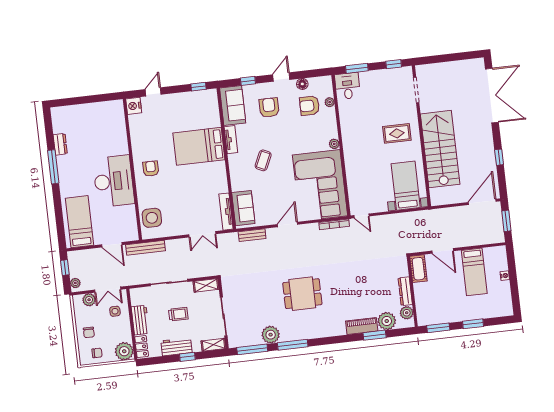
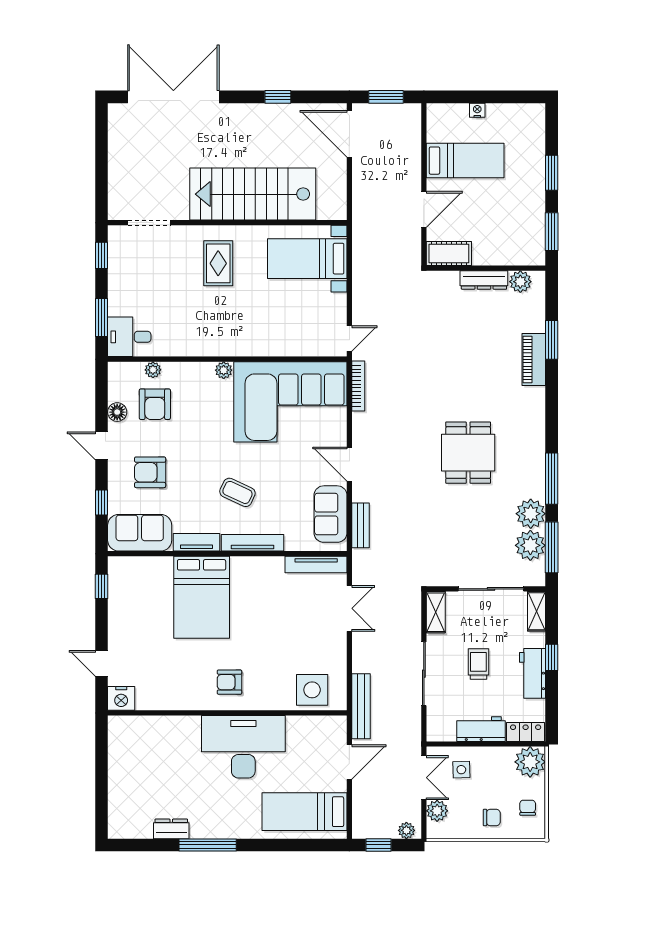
tv unit: (234, 173) -> (252, 543), added
sofa: (243, 208) -> (330, 514), moved, turned -90
plant: (387, 321) -> (530, 545), moved

